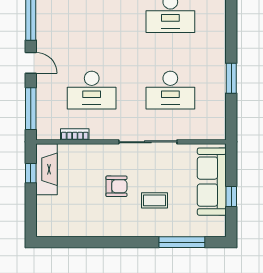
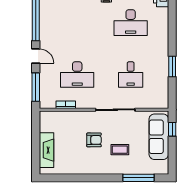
desk: (170, 90) -> (131, 75), width x0.73
fireplace: (46, 169) -> (46, 150), moved
window: (31, 173) -> (36, 131), removed
window: (231, 196) -> (172, 129), moved

